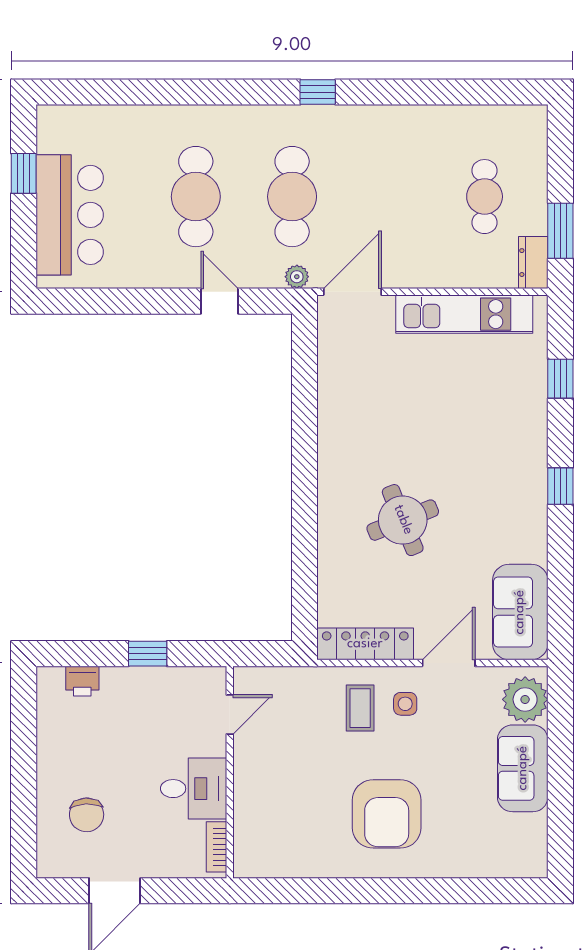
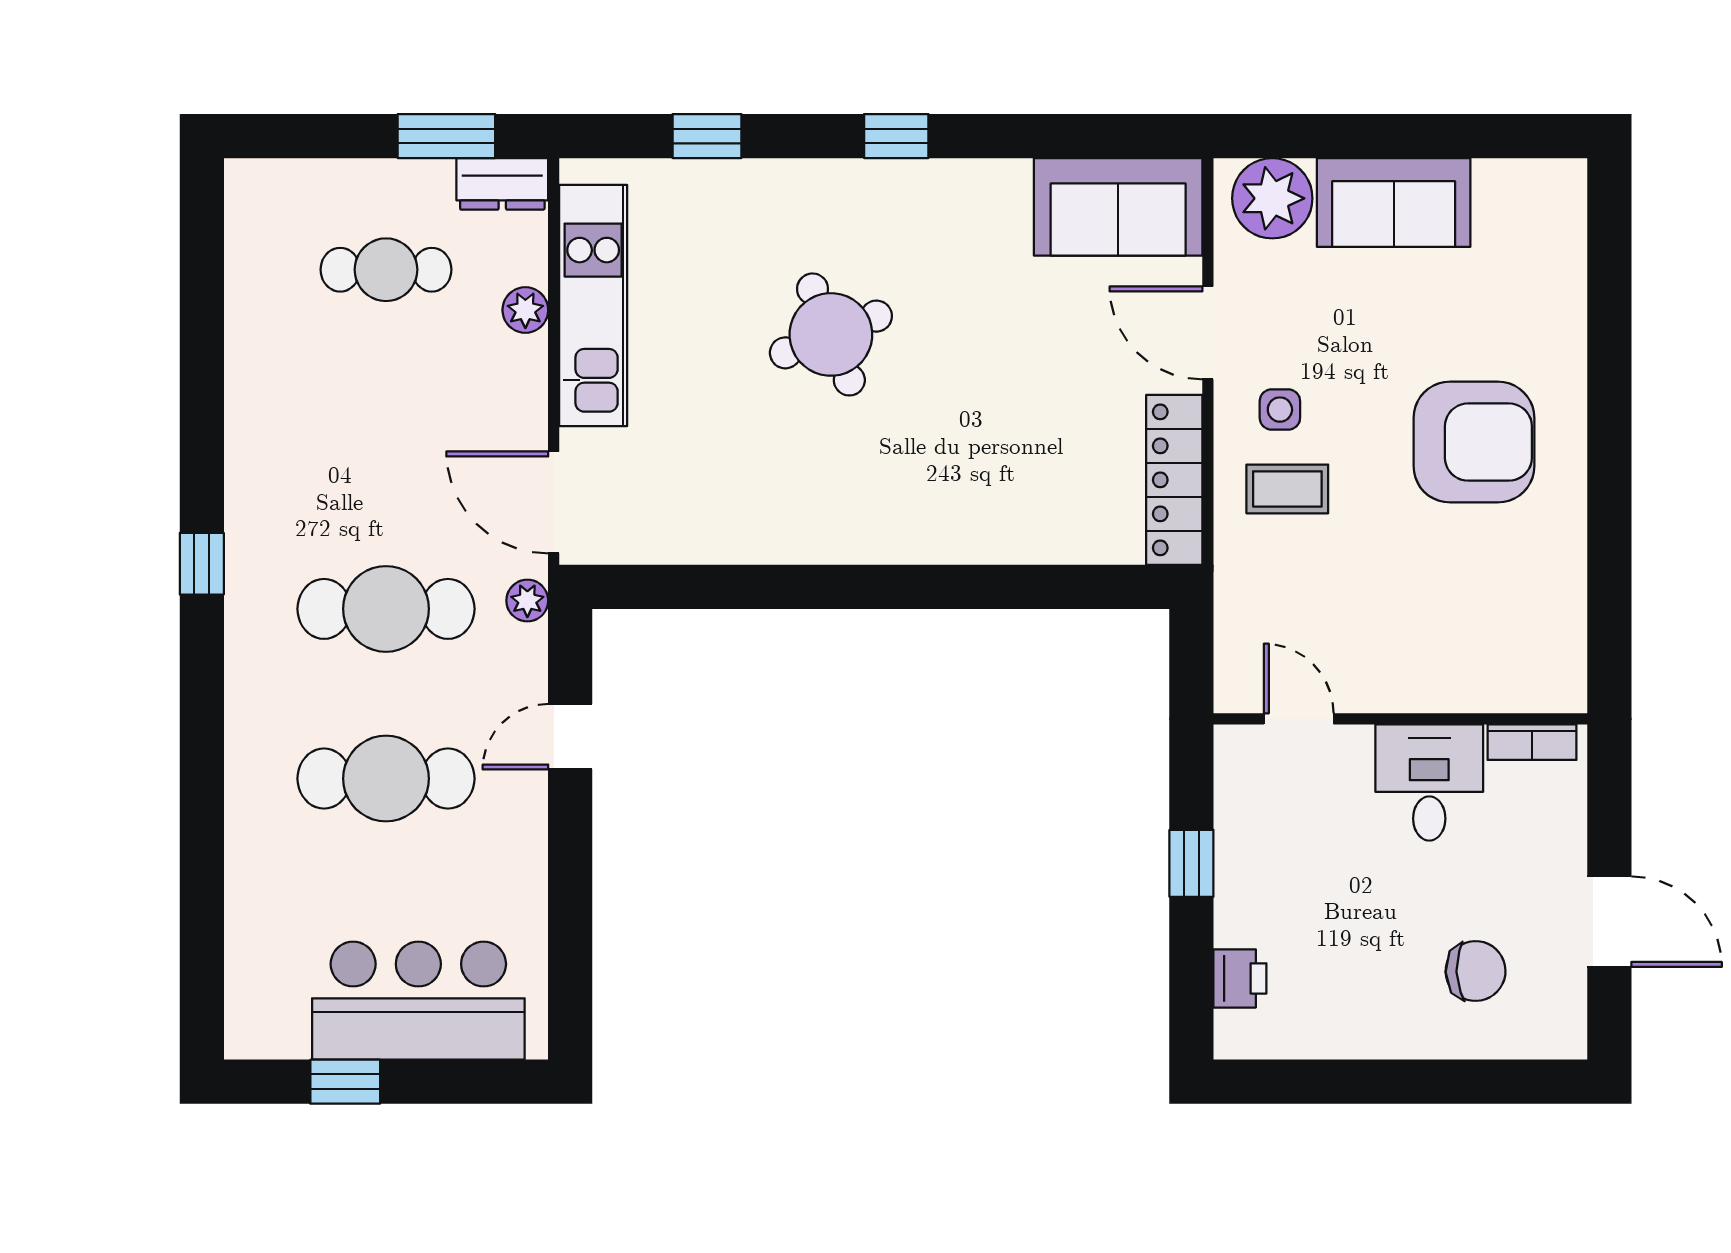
plant: (462, 276) -> (525, 310), added
round table: (403, 520) -> (831, 334), moved

